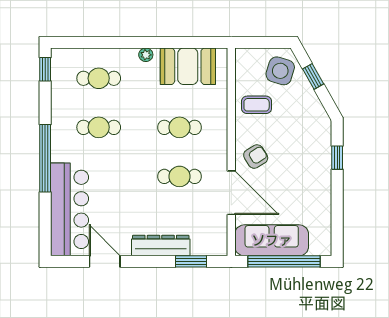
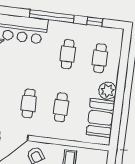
plant: (146, 55) -> (108, 91), width x1.87, depth x1.87
window: (45, 69) -> (95, 22), moved

